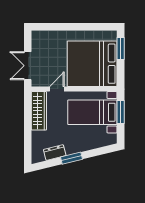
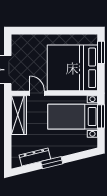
door: (57, 89) -> (37, 93), hinge flipped
dresser: (55, 153) -> (35, 157), width x1.44

